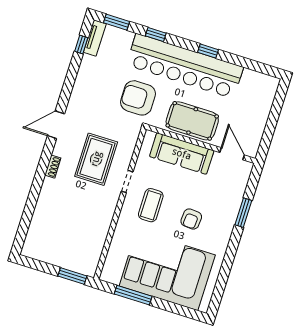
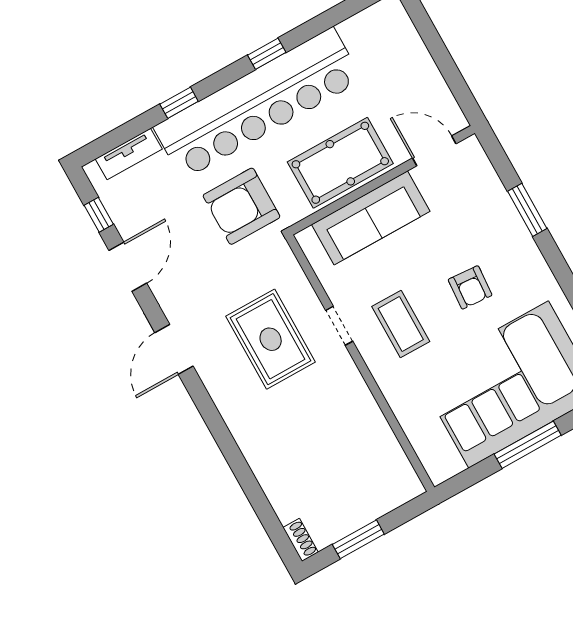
window: (116, 22) -> (113, 140), removed
tv unit: (95, 38) -> (129, 154), moved, turned 90
door: (71, 75) -> (128, 267), added
shoe rack: (53, 167) -> (301, 540), moved
window: (72, 276) -> (358, 539), moved
window: (133, 295) -> (528, 445), moved

